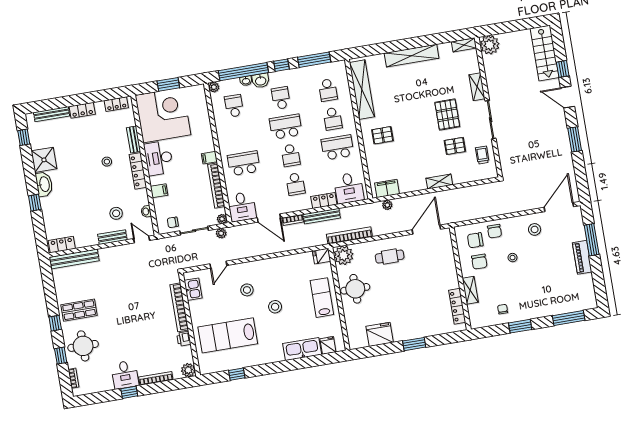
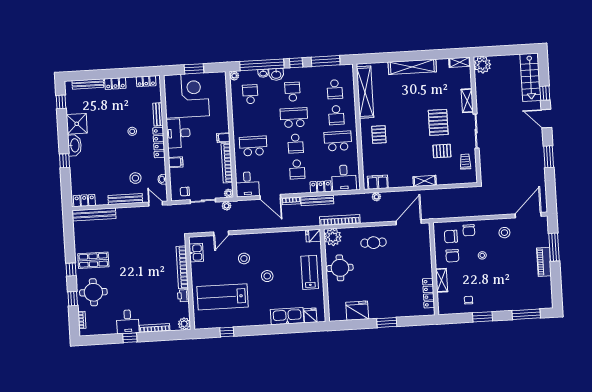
pallet: (383, 135) -> (379, 135), turned 90
bench: (112, 237) -> (125, 199), width x1.36

